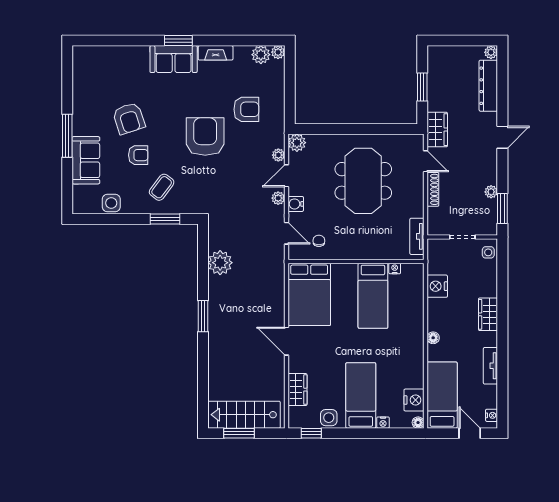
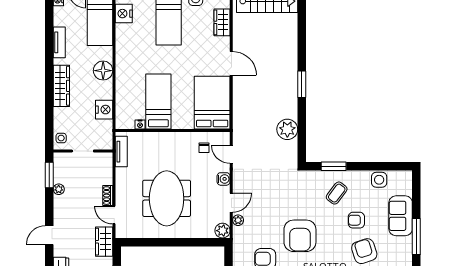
shoe rack: (433, 189) -> (108, 196), width x0.70
plant: (278, 198) -> (238, 184), removed
wardrobe: (488, 314) -> (61, 86), width x1.50
floor lamp: (433, 338) -> (103, 71), width x1.89, depth x1.89

